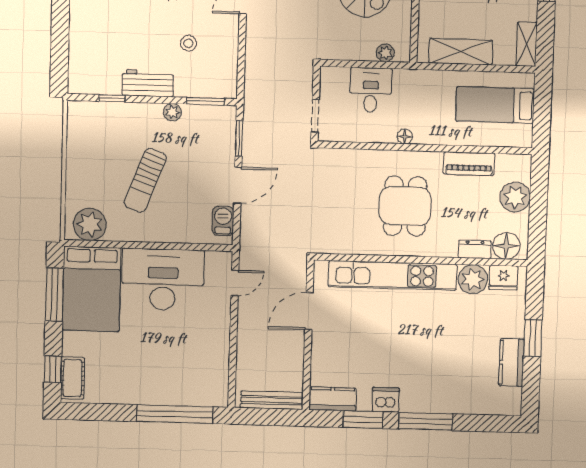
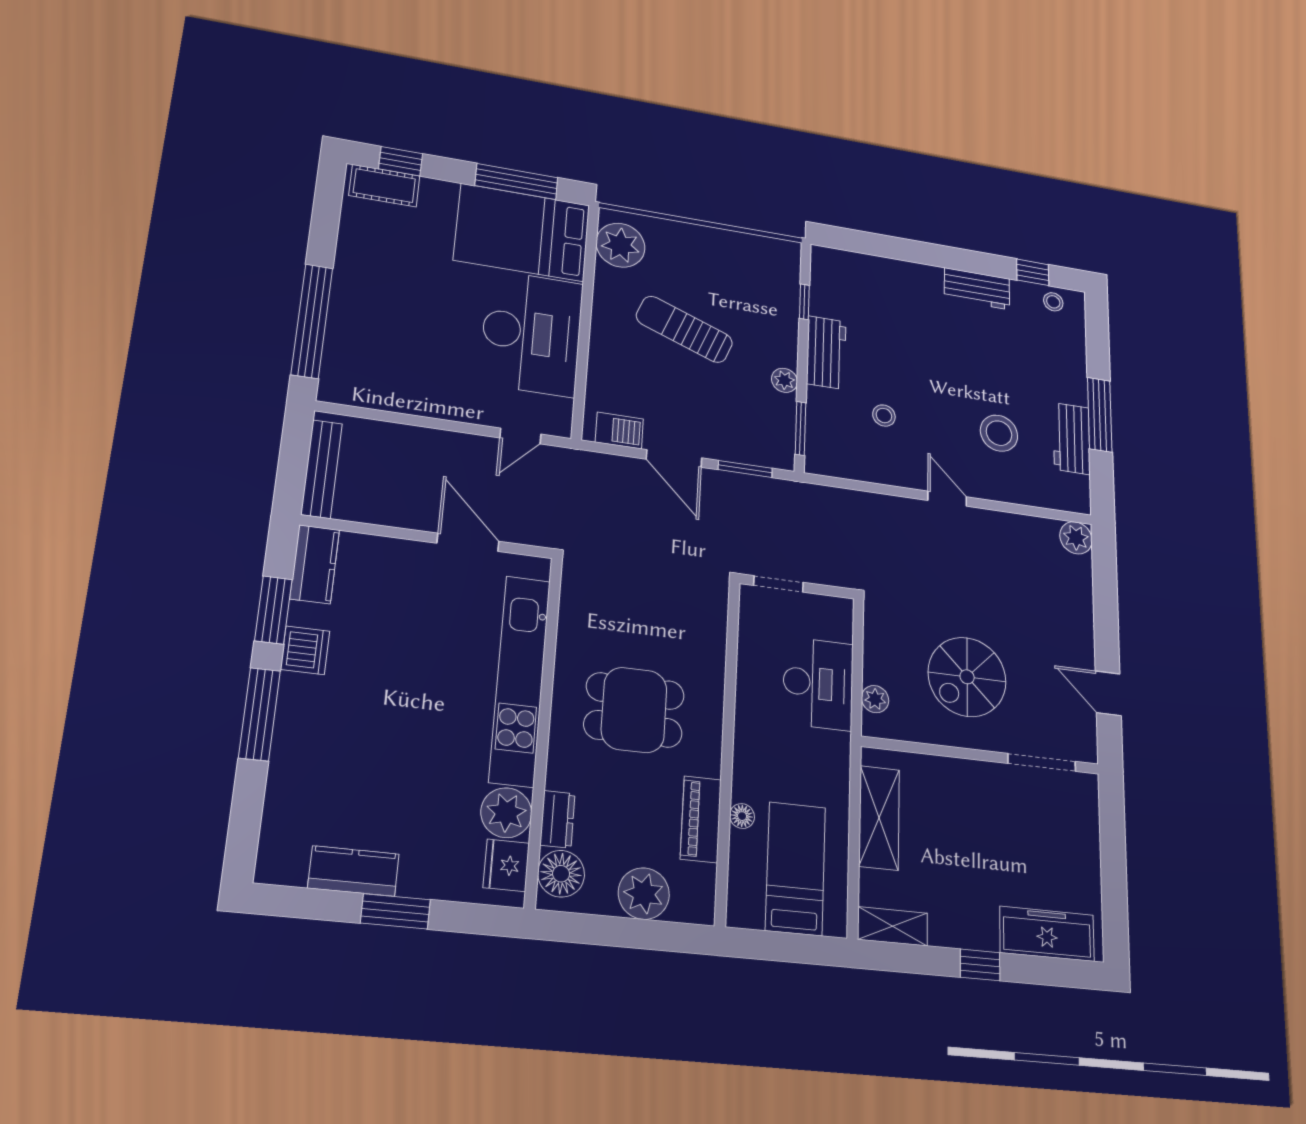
desk: (371, 90) -> (818, 684), width x1.37
floor lamp: (405, 136) -> (742, 816), moved
door: (235, 283) -> (520, 436), hinge flipped

